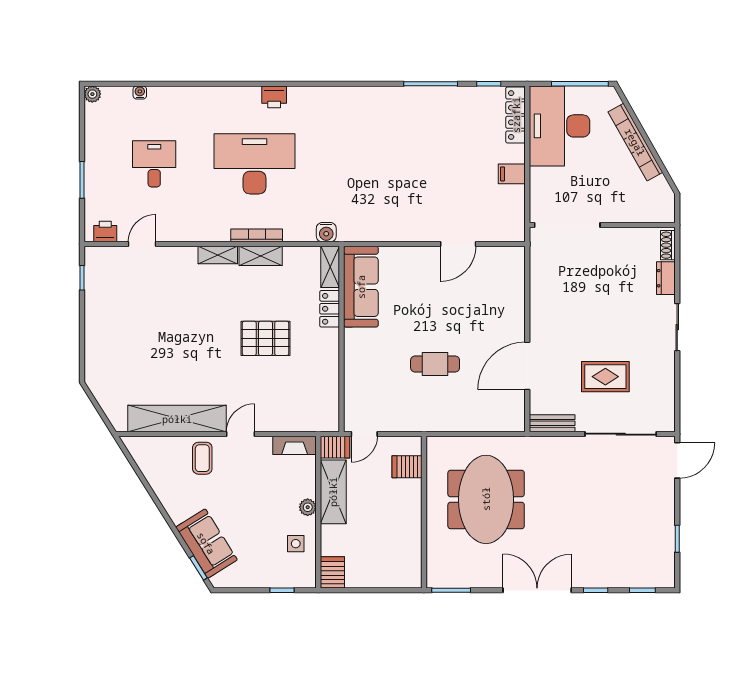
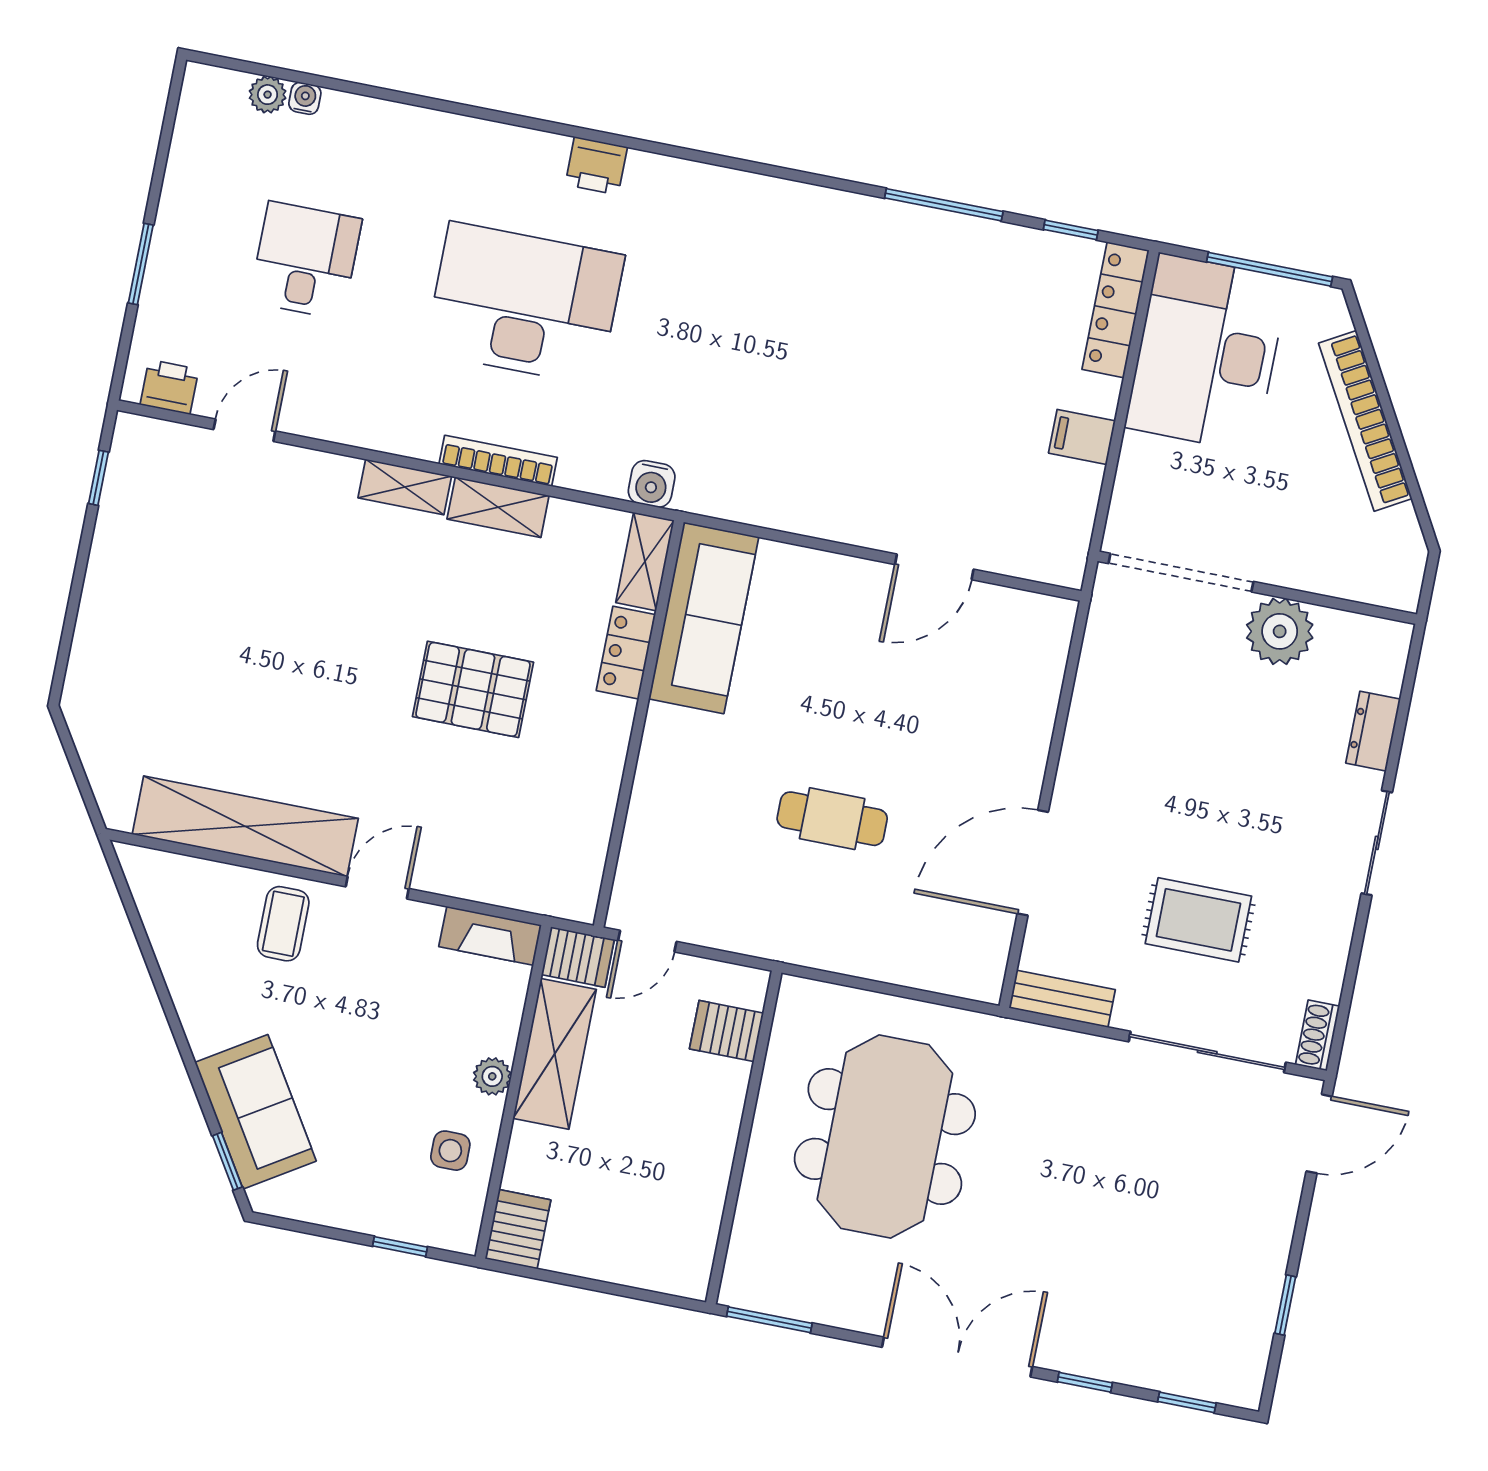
plant: (92, 94) -> (268, 95), moved
plant: (616, 242) -> (1280, 631), added
shoe rack: (668, 245) -> (1318, 1035), moved

